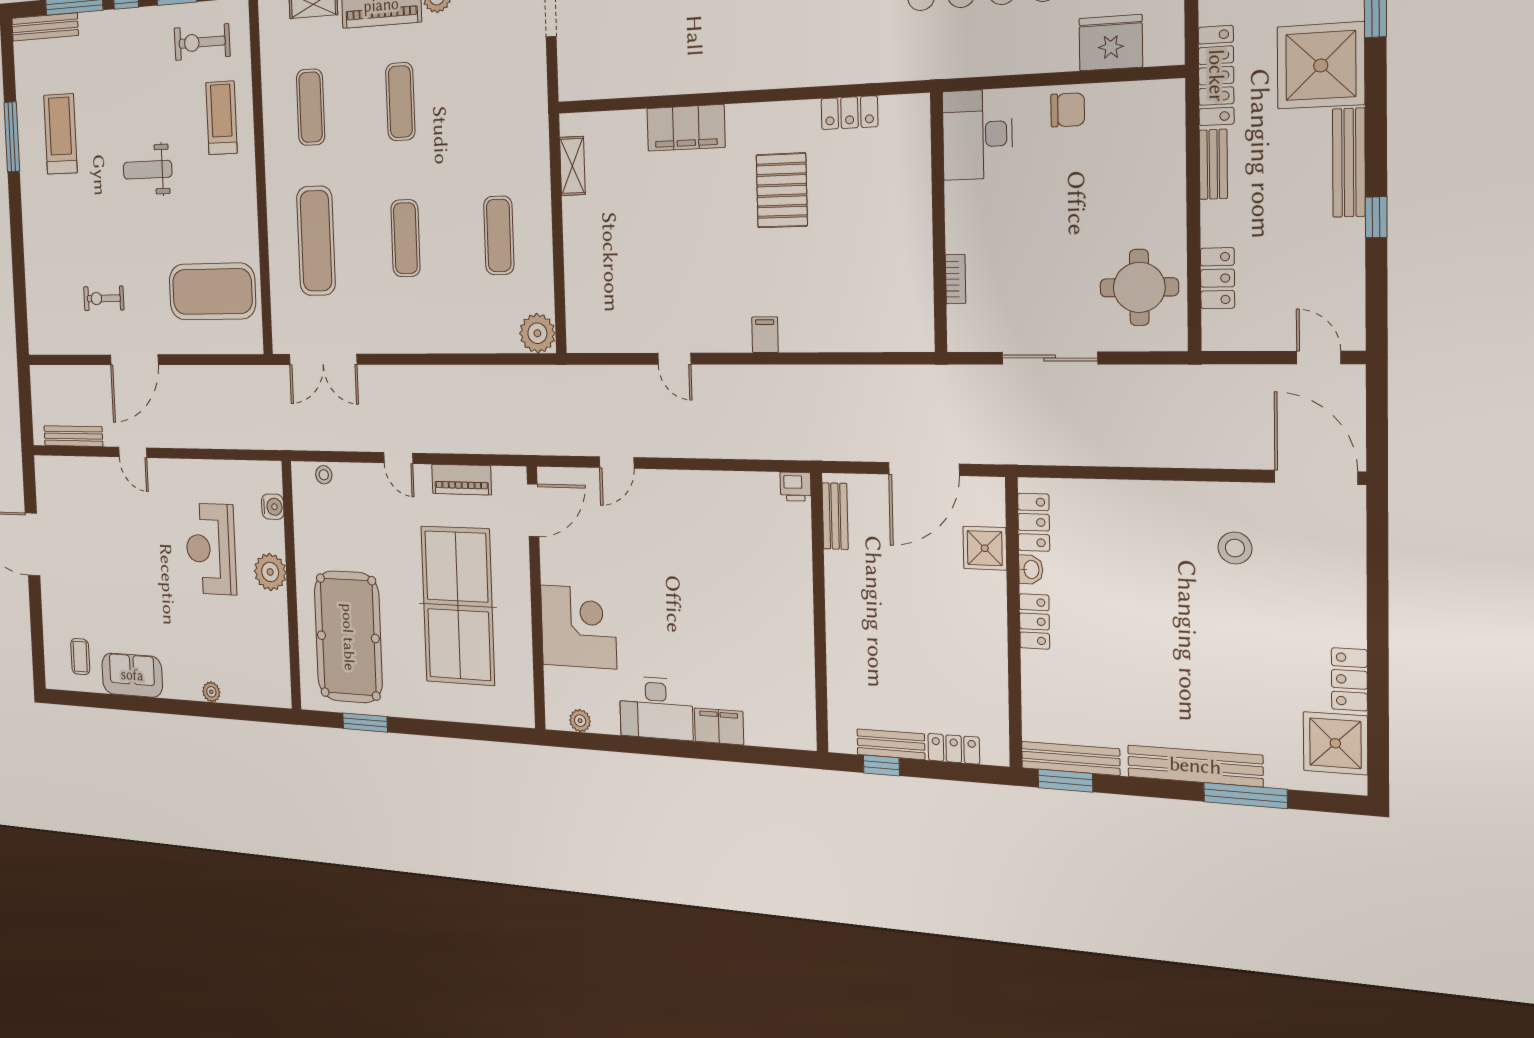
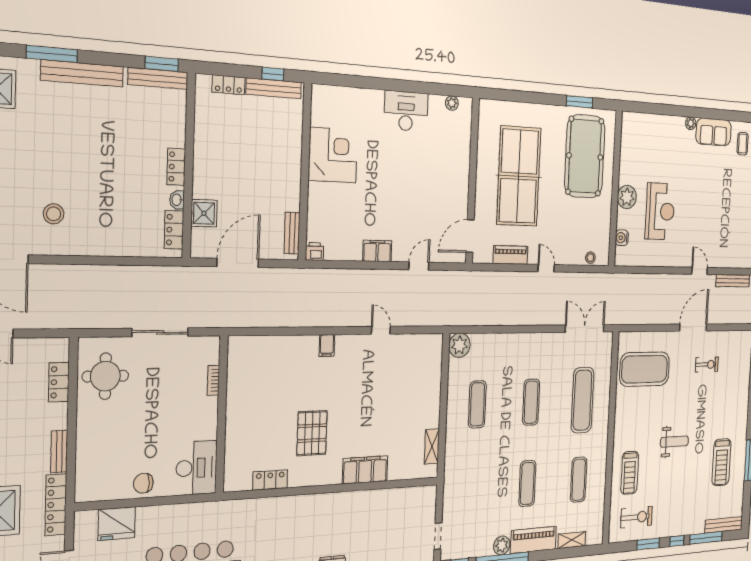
corner desk: (578, 627) -> (333, 155), moved, turned 180
plant: (211, 692) -> (691, 123), moved
filing cabinet: (719, 726) -> (377, 251), moved, turned 180
bench: (891, 744) -> (274, 88), width x1.36

